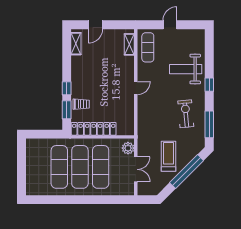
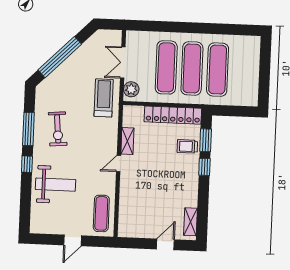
shelving: (129, 44) -> (127, 141), moved
window: (209, 124) -> (28, 129), moved
treadmill: (169, 156) -> (104, 98), moved, turned 180

